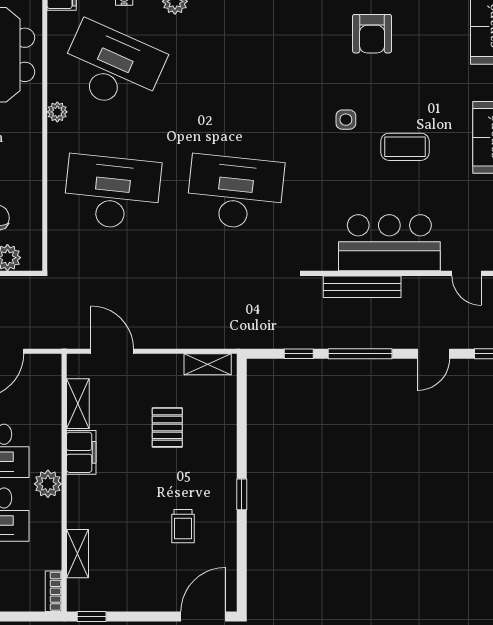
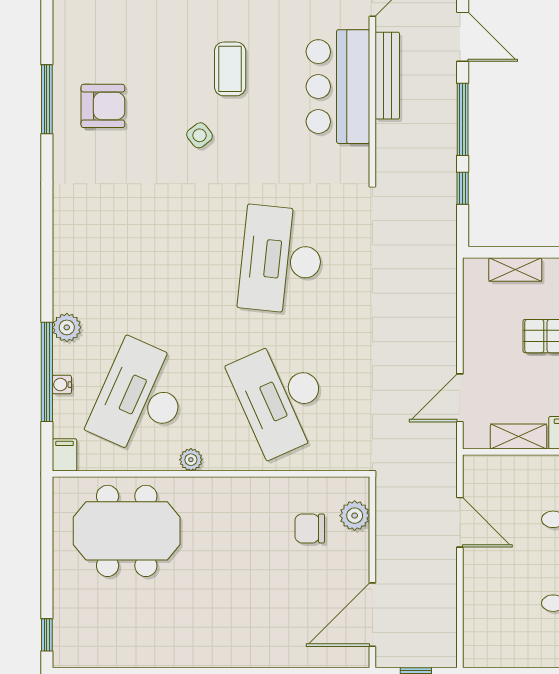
side table: (346, 120) -> (200, 135), turned -38
desk: (112, 192) -> (281, 398), turned -30
bench: (362, 287) -> (387, 76), moved
door: (434, 354) -> (463, 37), width x1.37
shelving: (208, 364) -> (515, 270), moved, turned 90

